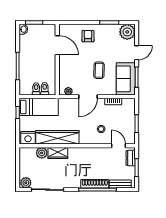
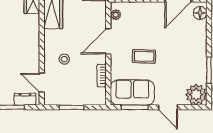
floor lamp: (67, 29) -> (200, 13), added
armchair: (88, 36) -> (190, 41), removed
door: (88, 97) -> (108, 41), hinge flipped
door: (119, 146) -> (42, 83), swing flipped

